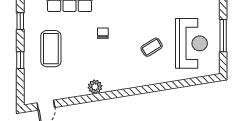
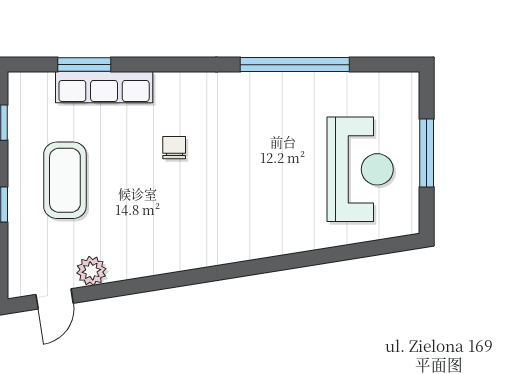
coffee table: (152, 47) -> (276, 177), removed
plant: (95, 87) -> (91, 271), moved

